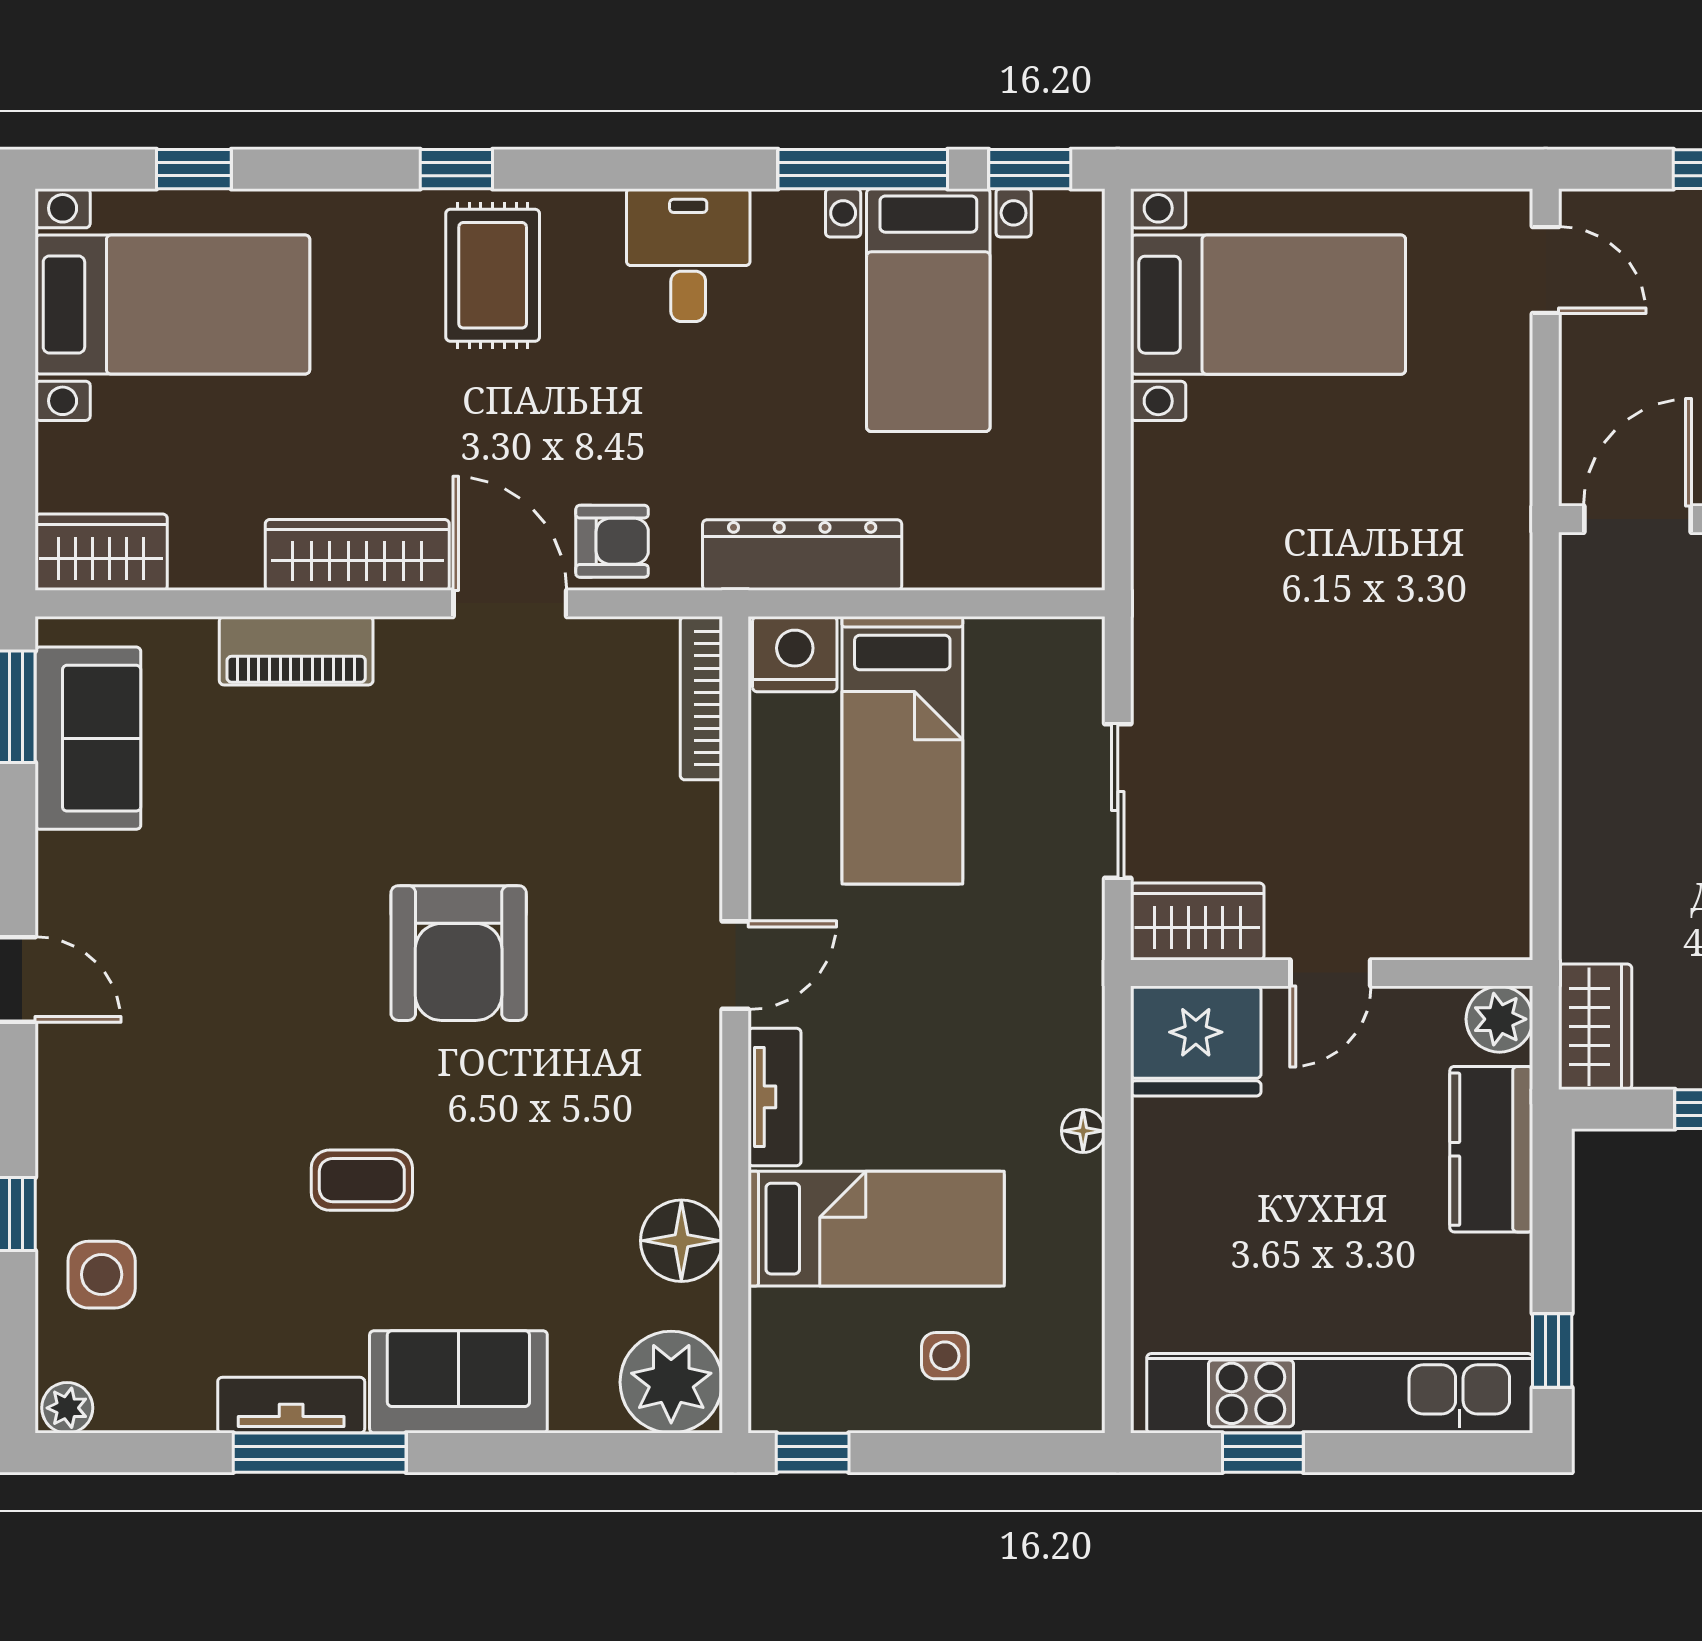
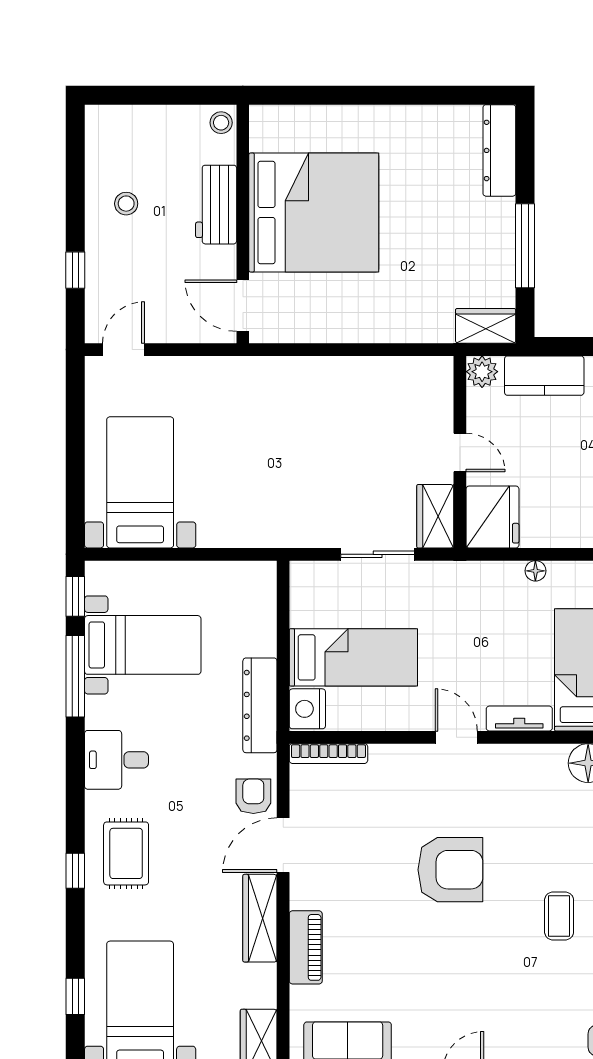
rug: (493, 275) -> (126, 853), turned 90

